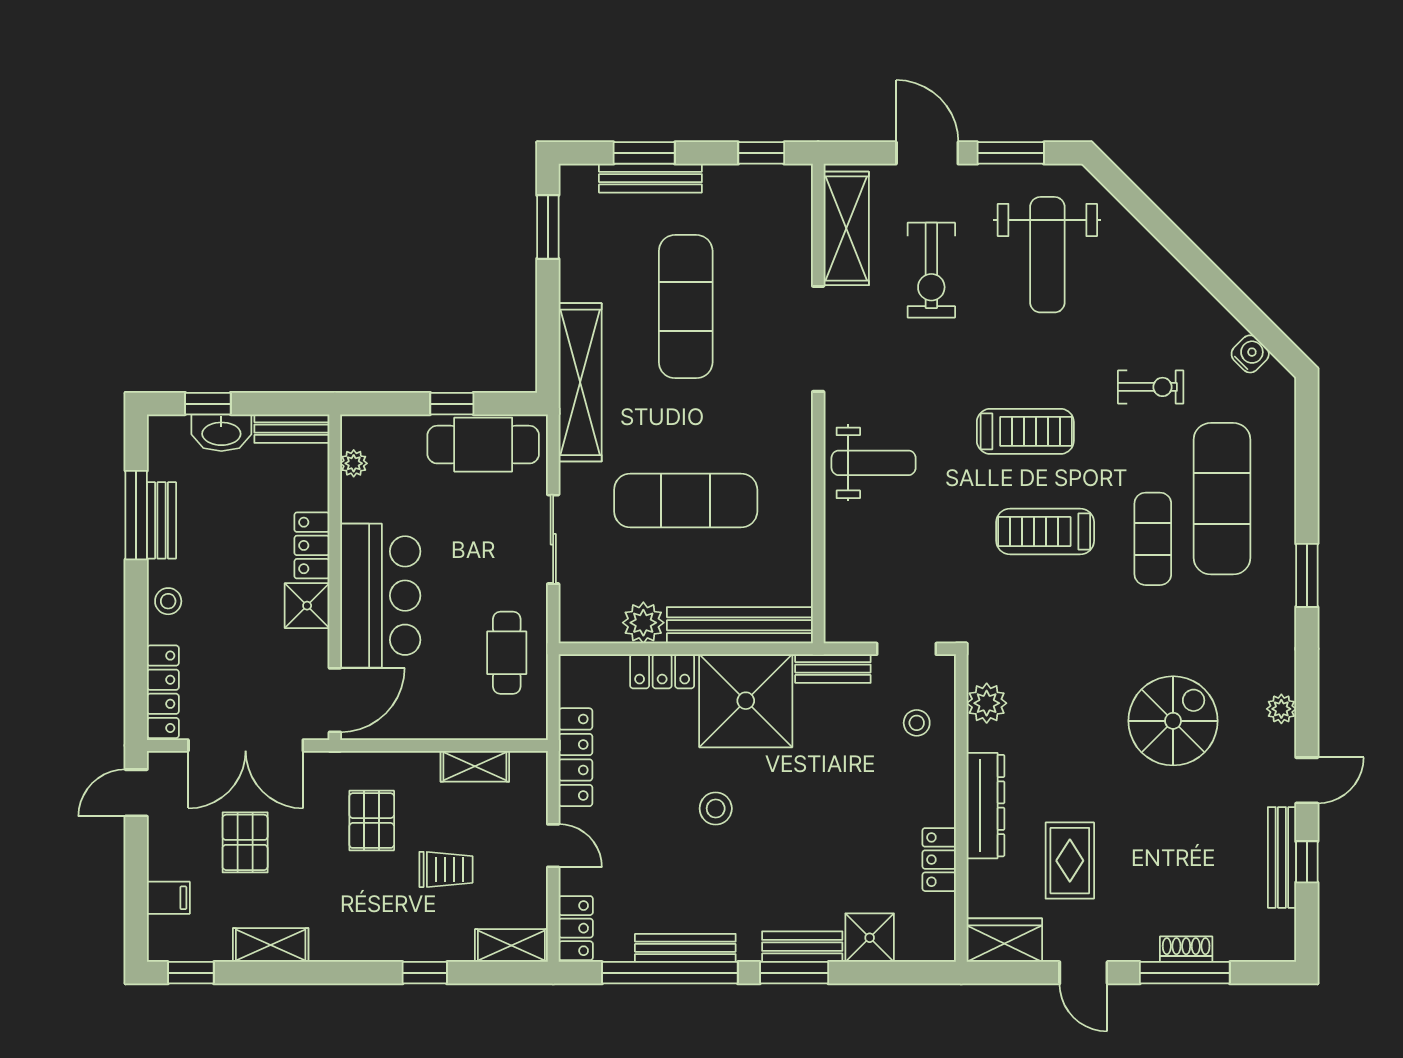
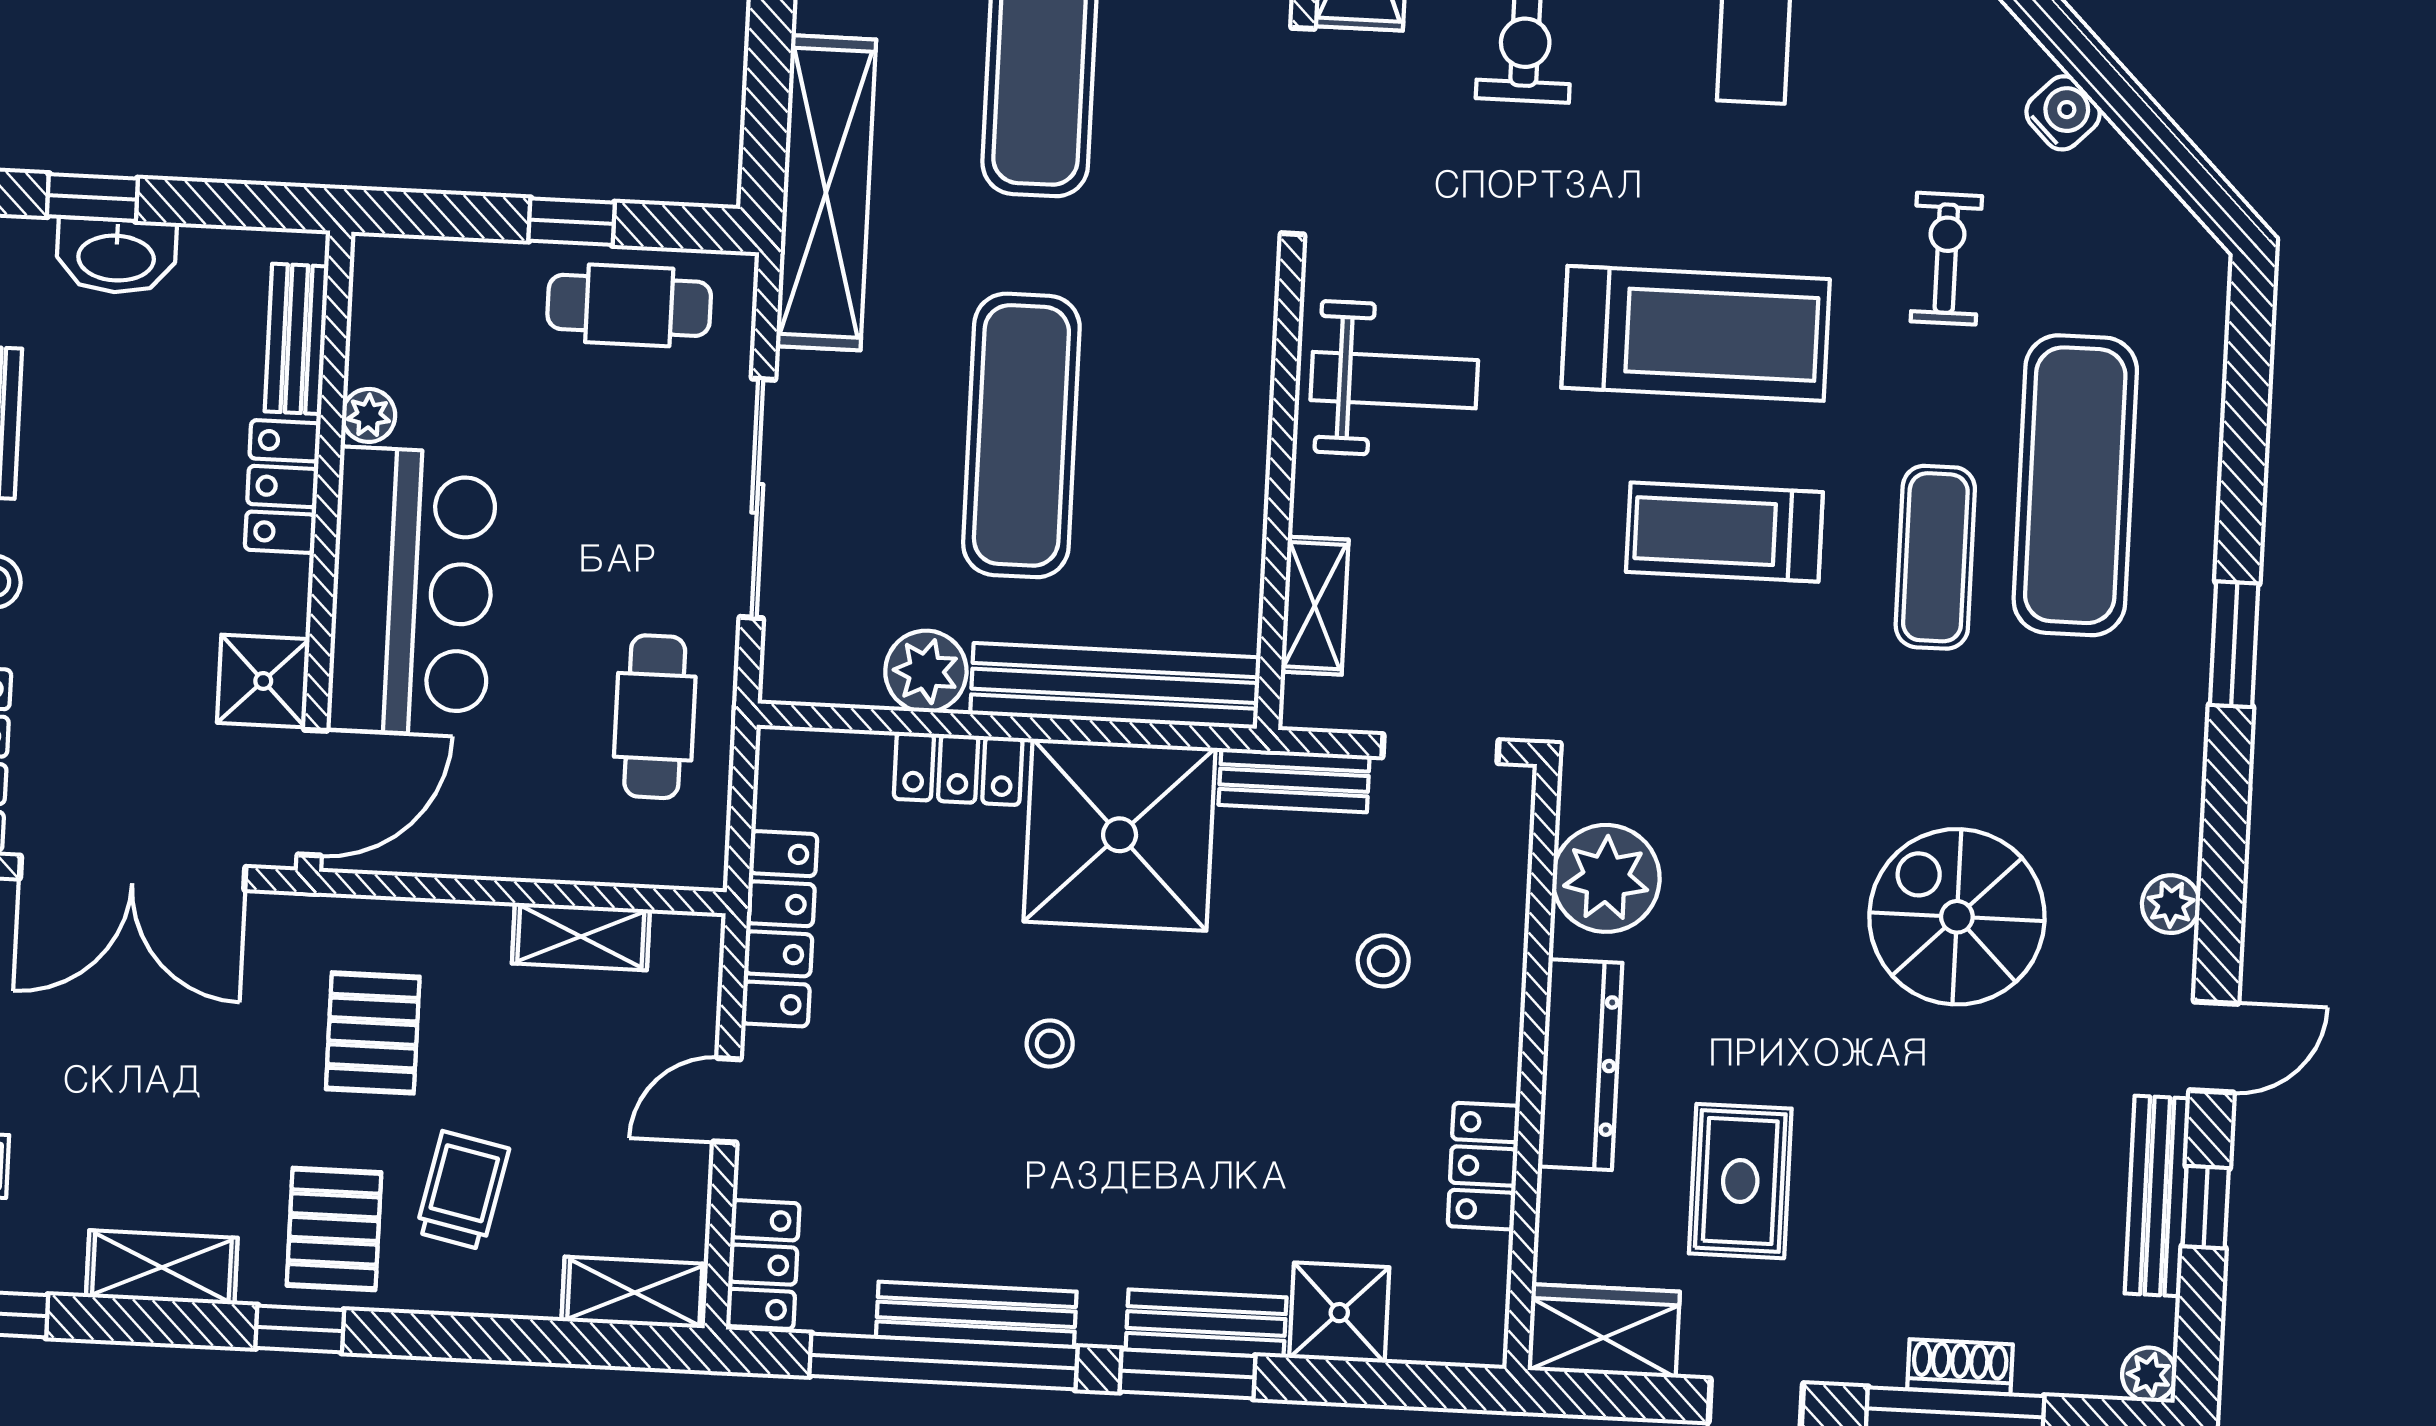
water cooler: (1250, 354) -> (2063, 113), moved
exercise bike: (1151, 387) -> (1946, 259), turned -90
bench: (292, 429) -> (297, 339), moved, turned 90
treadmill: (1025, 431) -> (1696, 333), width x1.37, depth x1.38
cafe table: (483, 445) -> (629, 305), width x0.73, depth x0.74
plant: (354, 463) -> (369, 415), moved
exercise mat: (686, 501) -> (1021, 435), turned 90
sliding door: (553, 539) -> (757, 498), width x1.37
shelving: (839, 579) -> (1315, 606), added
shower: (307, 606) -> (263, 681), moved
plant: (987, 703) -> (1606, 878), width x1.36, depth x1.36
spiral stairs: (1173, 721) -> (1957, 917), turned -90
stool: (917, 723) -> (1383, 961), moved
stool: (716, 808) -> (1050, 1043), width x0.73, depth x0.73
pallet: (245, 842) -> (334, 1229), moved
door: (553, 846) -> (727, 1100), swing flipped
trolley: (446, 869) -> (462, 1190), moved, turned -78
plant: (1282, 948) -> (2149, 1375), added
window: (425, 973) -> (300, 1329), moved

